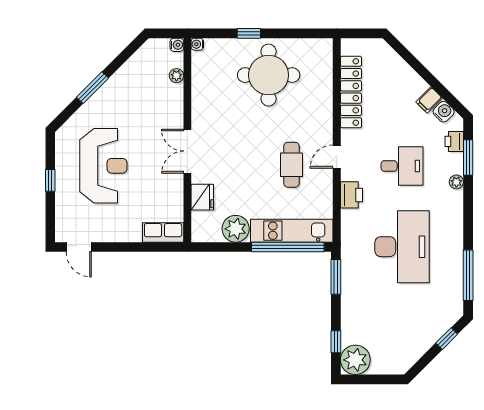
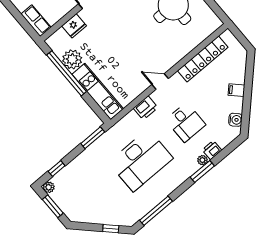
filing cabinet: (429, 100) -> (236, 90), moved
printer: (454, 141) -> (212, 150), moved
window: (468, 157) -> (202, 172), moved
cafe table: (291, 165) -> (134, 60), removed
window: (288, 247) -> (67, 73), moved
plant: (355, 360) -> (49, 187), width x0.53, depth x0.53
window: (372, 379) -> (53, 206), added

